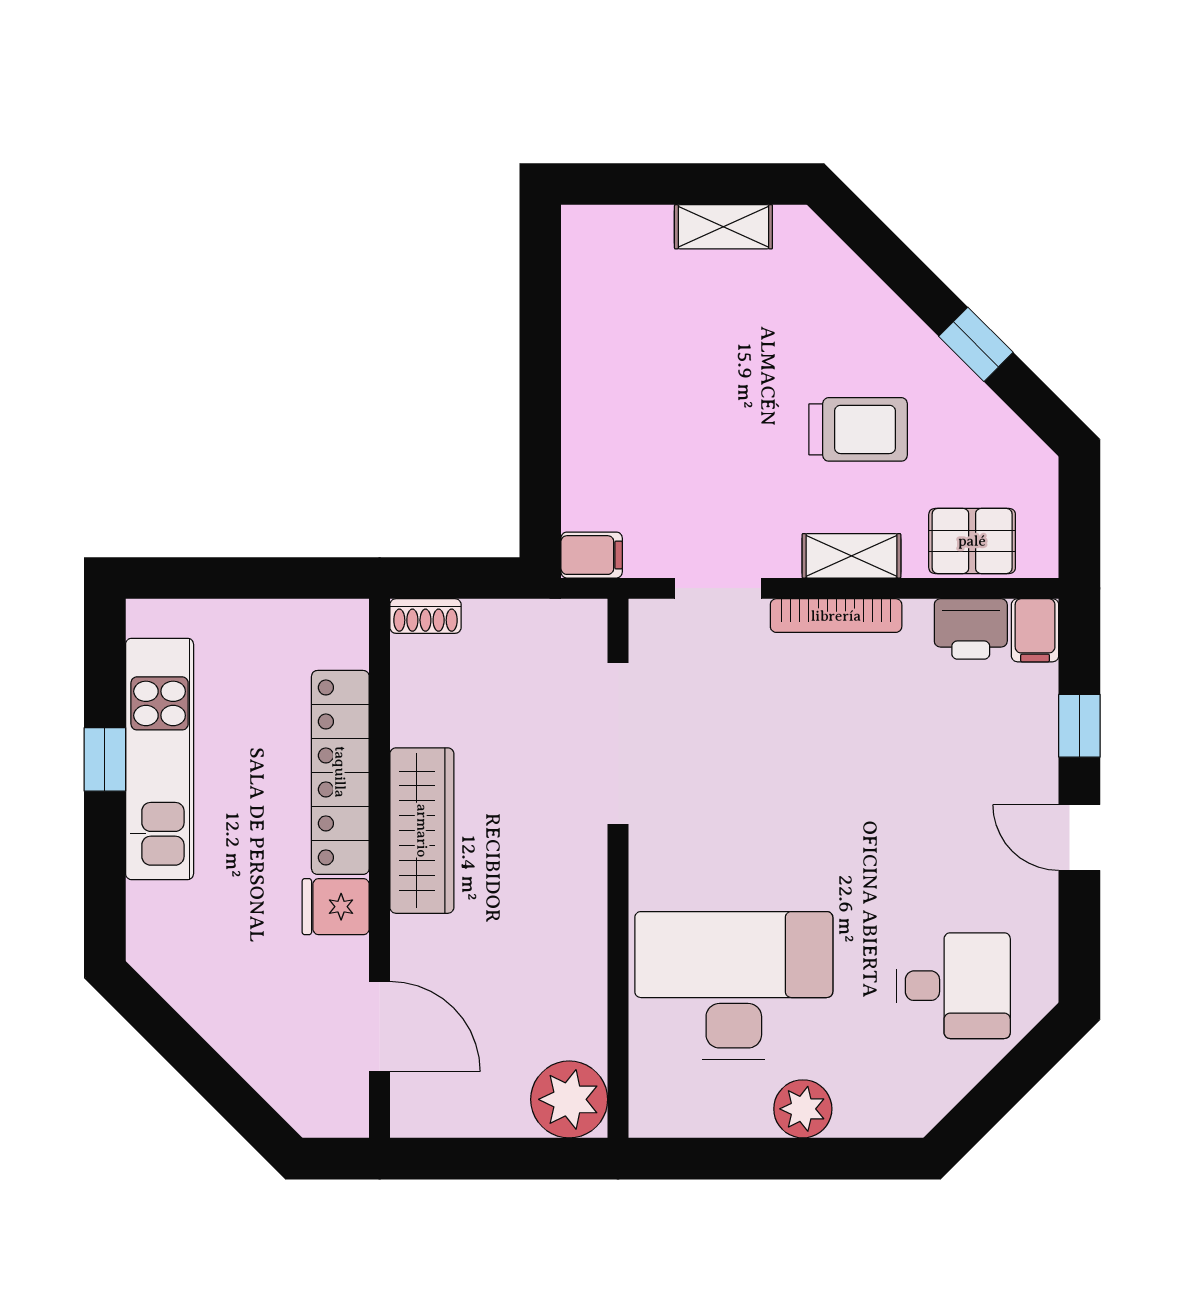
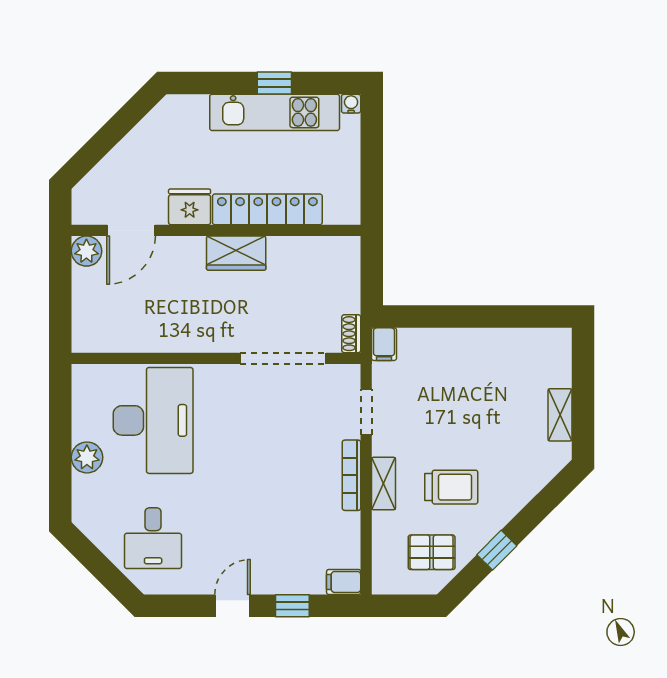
trolley: (858, 429) -> (451, 487), turned -90
pallet: (972, 541) -> (432, 552), moved, turned 90
water cooler: (143, 616) -> (351, 104), added
shoe rack: (425, 616) -> (351, 334), moved
printer: (971, 629) -> (344, 547), removed
wardrobe: (422, 831) -> (236, 253), width x0.67
fridge: (336, 907) -> (190, 207), width x1.38
plant: (569, 1099) -> (86, 251), moved, width x0.73, depth x0.73

